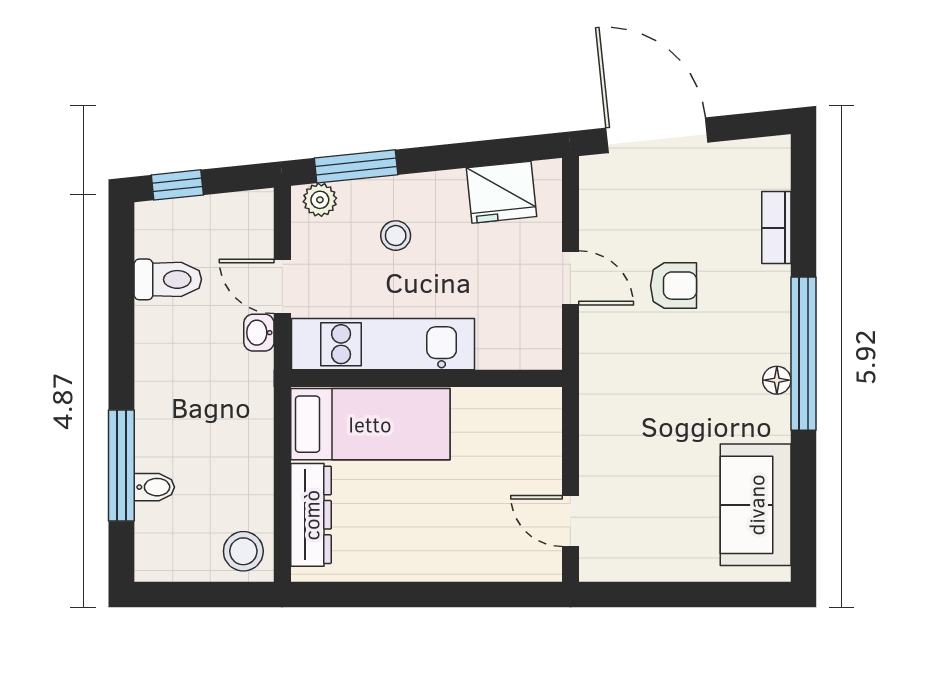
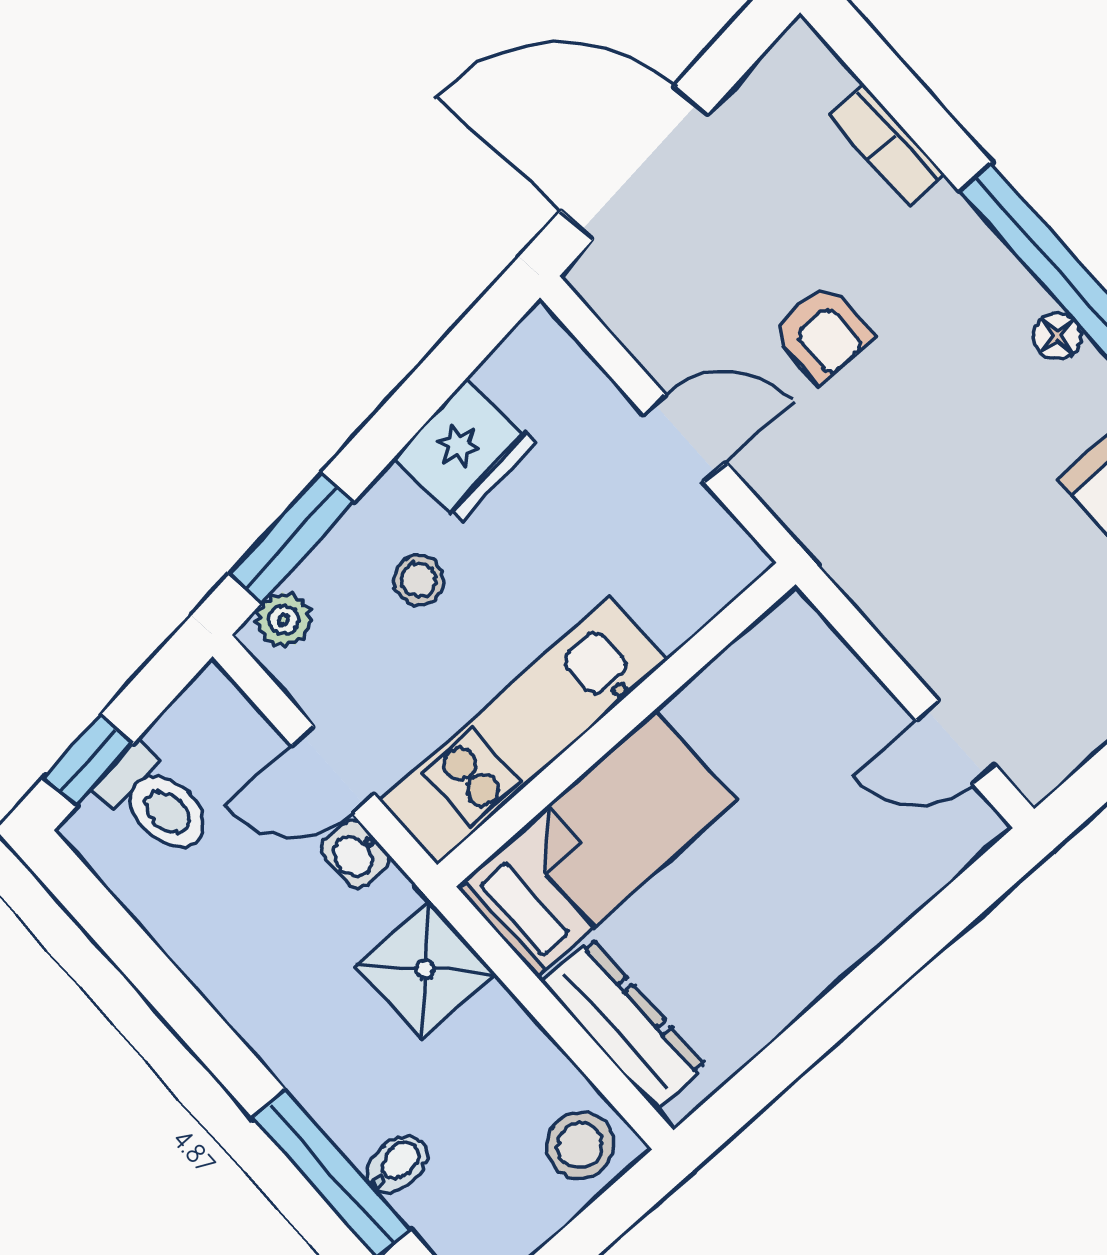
fridge: (502, 192) -> (464, 450), moved
toilet: (168, 279) -> (156, 802), moved, turned 84
armchair: (674, 286) -> (822, 333), turned 90
shower: (244, 411) -> (425, 969), added

